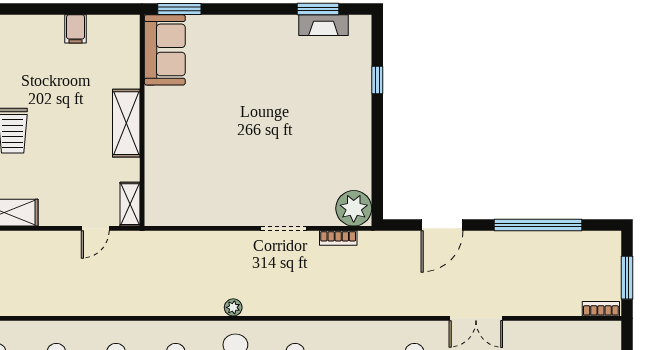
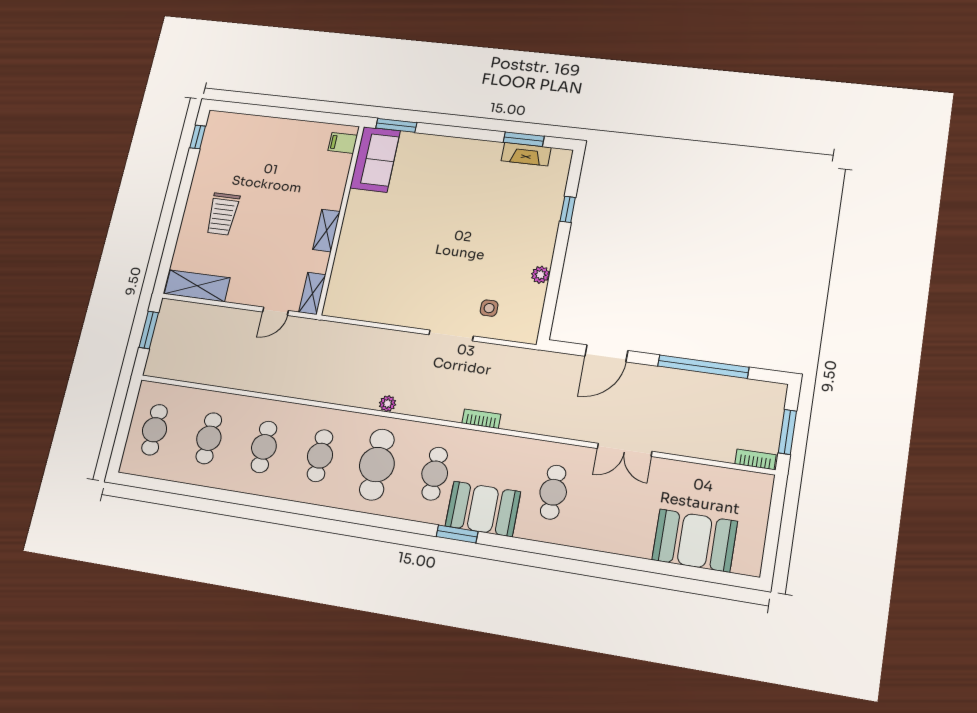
filing cabinet: (76, 29) -> (343, 143), moved, turned 90
shelving: (126, 123) -> (326, 230), width x0.67, depth x0.75
side table: (317, 195) -> (489, 308), added
plant: (354, 208) -> (540, 275), moved, width x0.53, depth x0.53
bookcase: (338, 238) -> (481, 419), moved, turned 180

